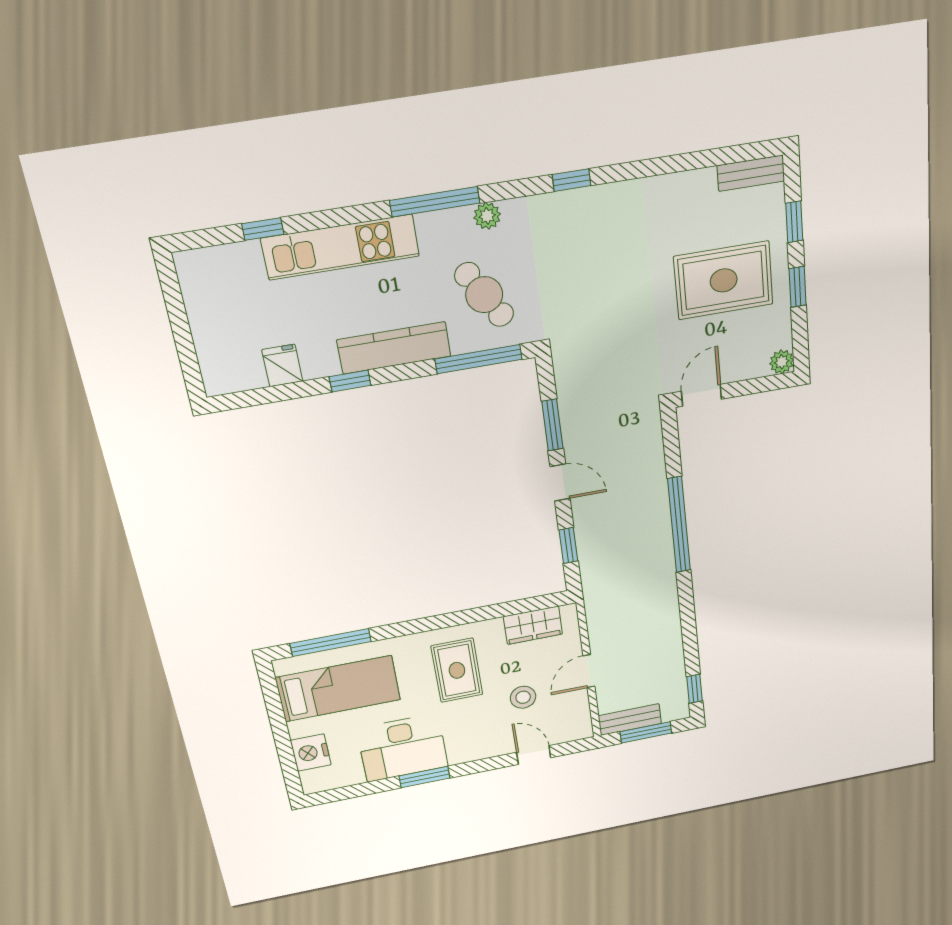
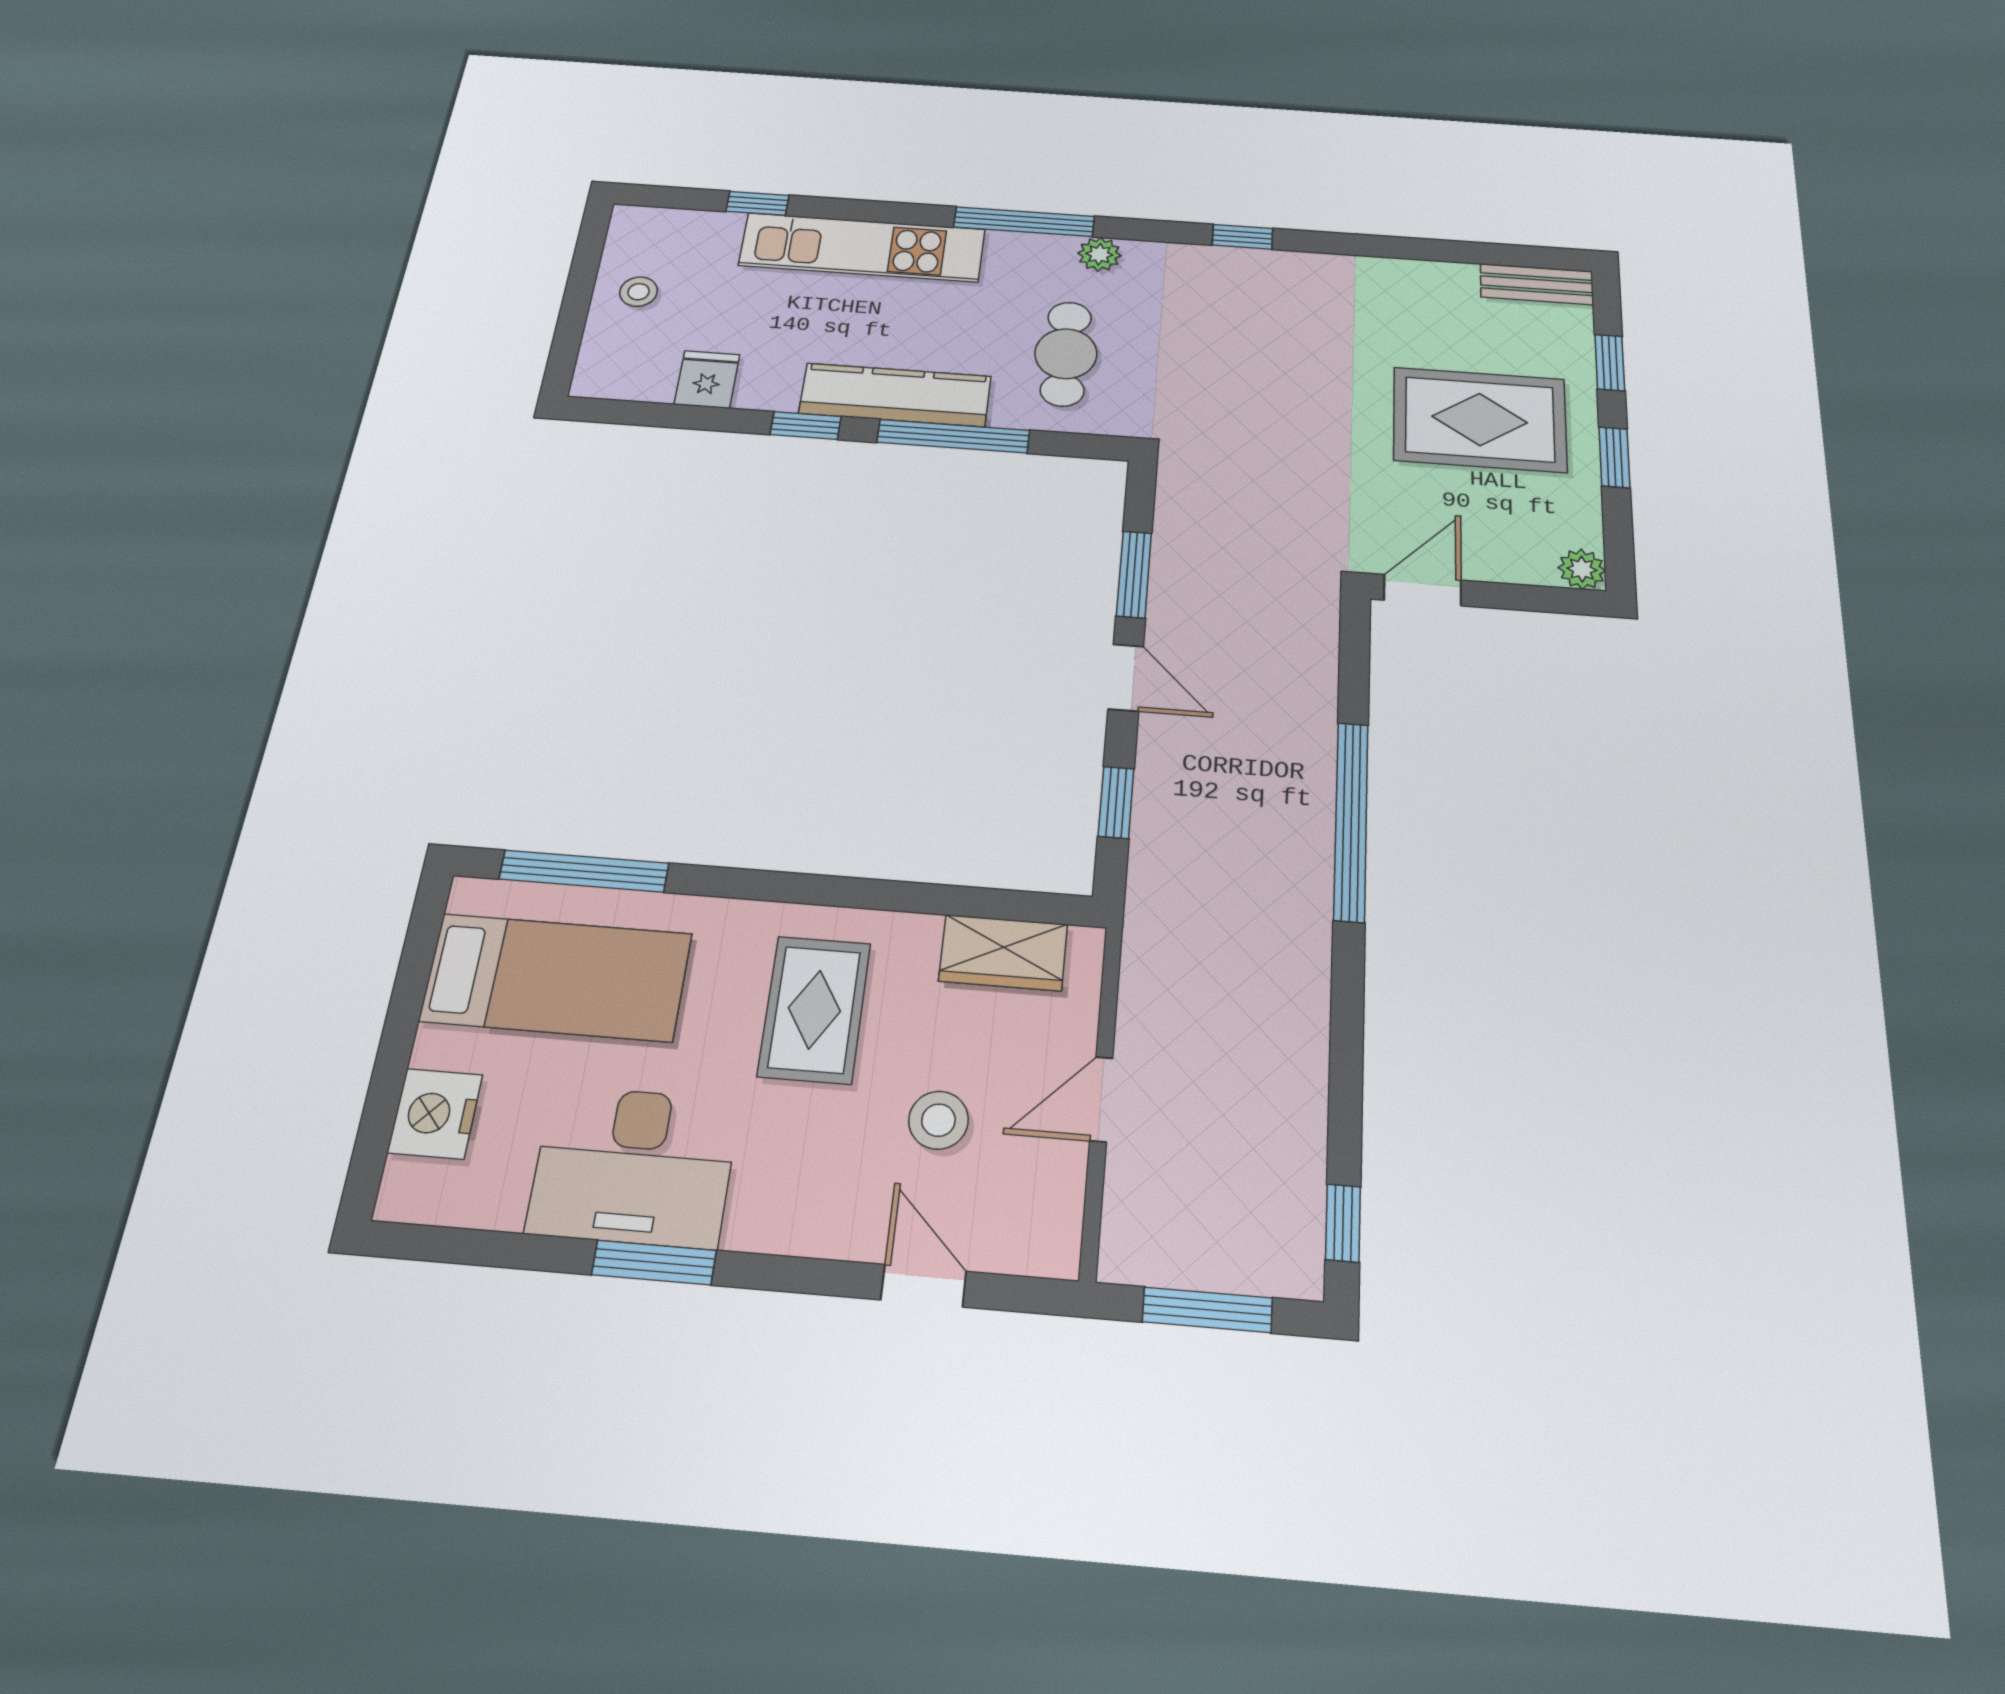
cafe table: (484, 295) -> (1066, 354), turned 31
stool: (216, 315) -> (639, 292), added
window: (479, 359) -> (953, 436), moved
bench: (630, 720) -> (1174, 1260), removed

